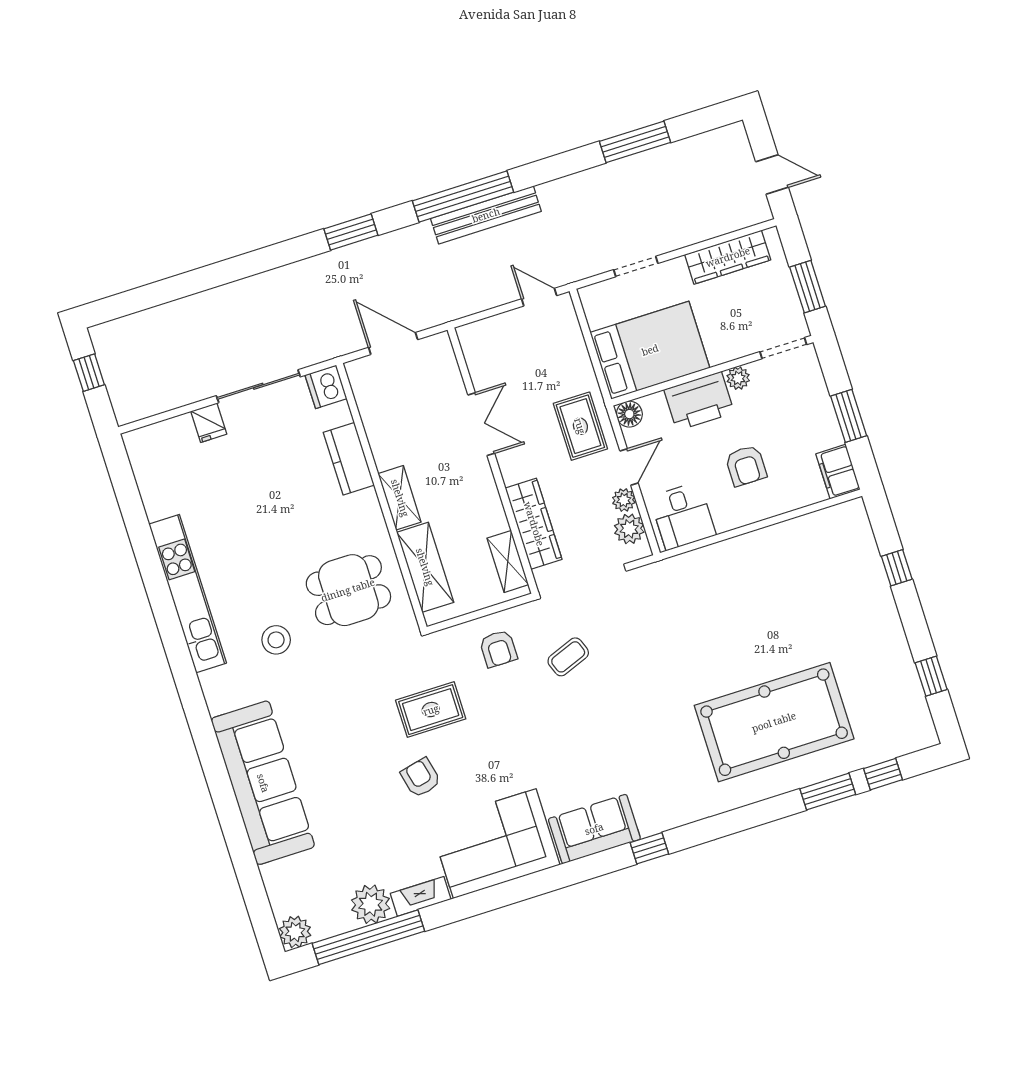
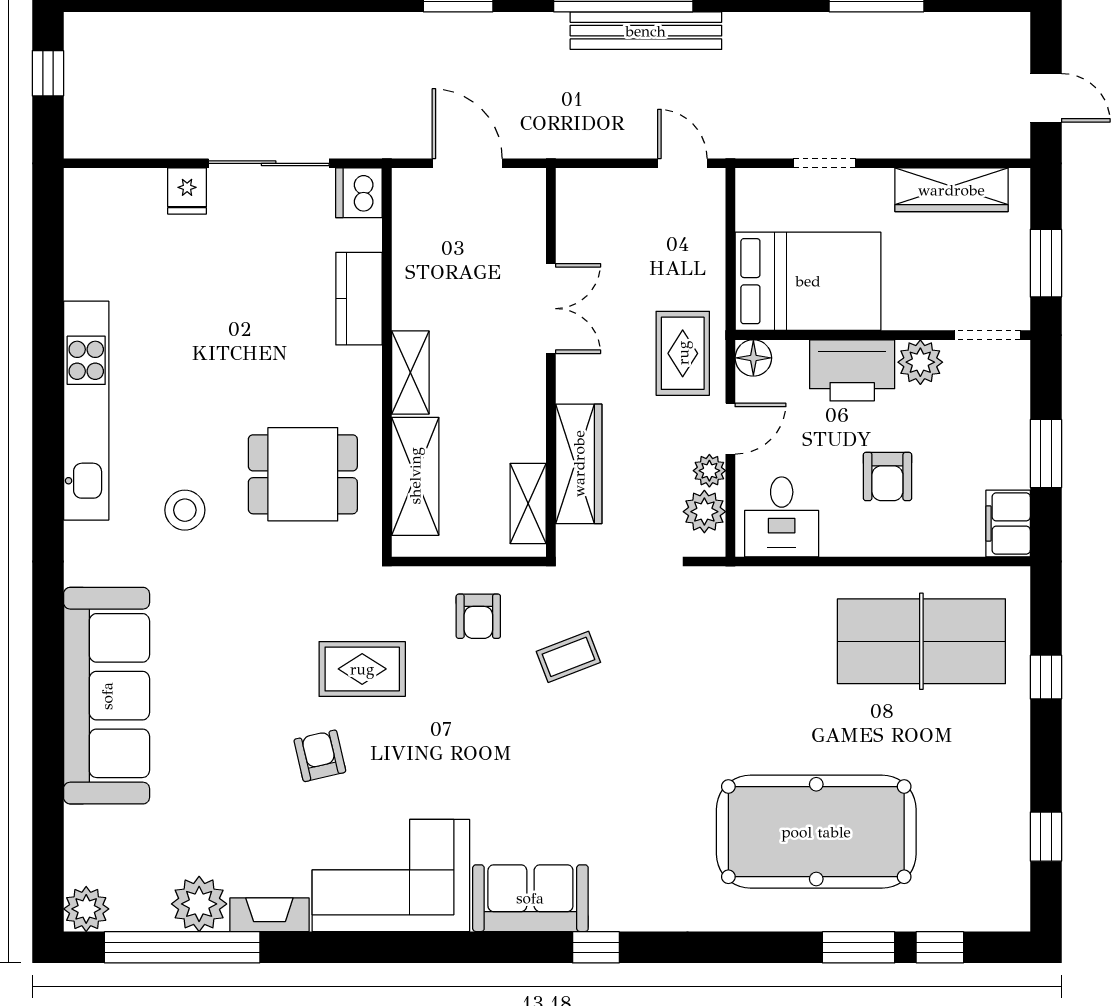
plant: (738, 378) -> (920, 362), width x1.38, depth x1.38
table tennis table: (805, 570) -> (921, 641), added

